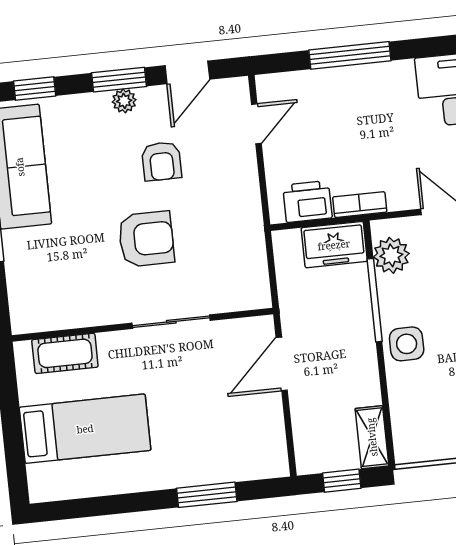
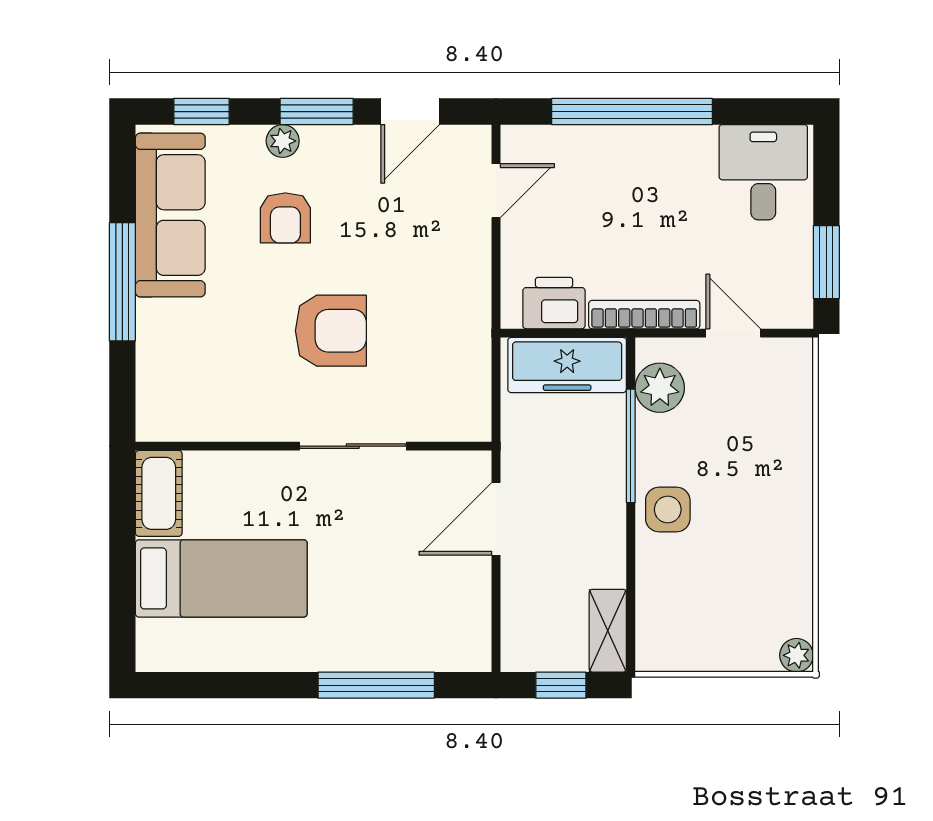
window: (350, 55) -> (632, 112), width x1.46
plant: (124, 101) -> (283, 141), moved
armchair: (162, 161) -> (285, 218), moved
bookcase: (360, 205) -> (644, 315), width x1.56
freezer: (334, 245) -> (567, 365), width x1.40
cot: (65, 353) -> (159, 493), moved, turned 90
window: (207, 495) -> (376, 685), width x1.44

